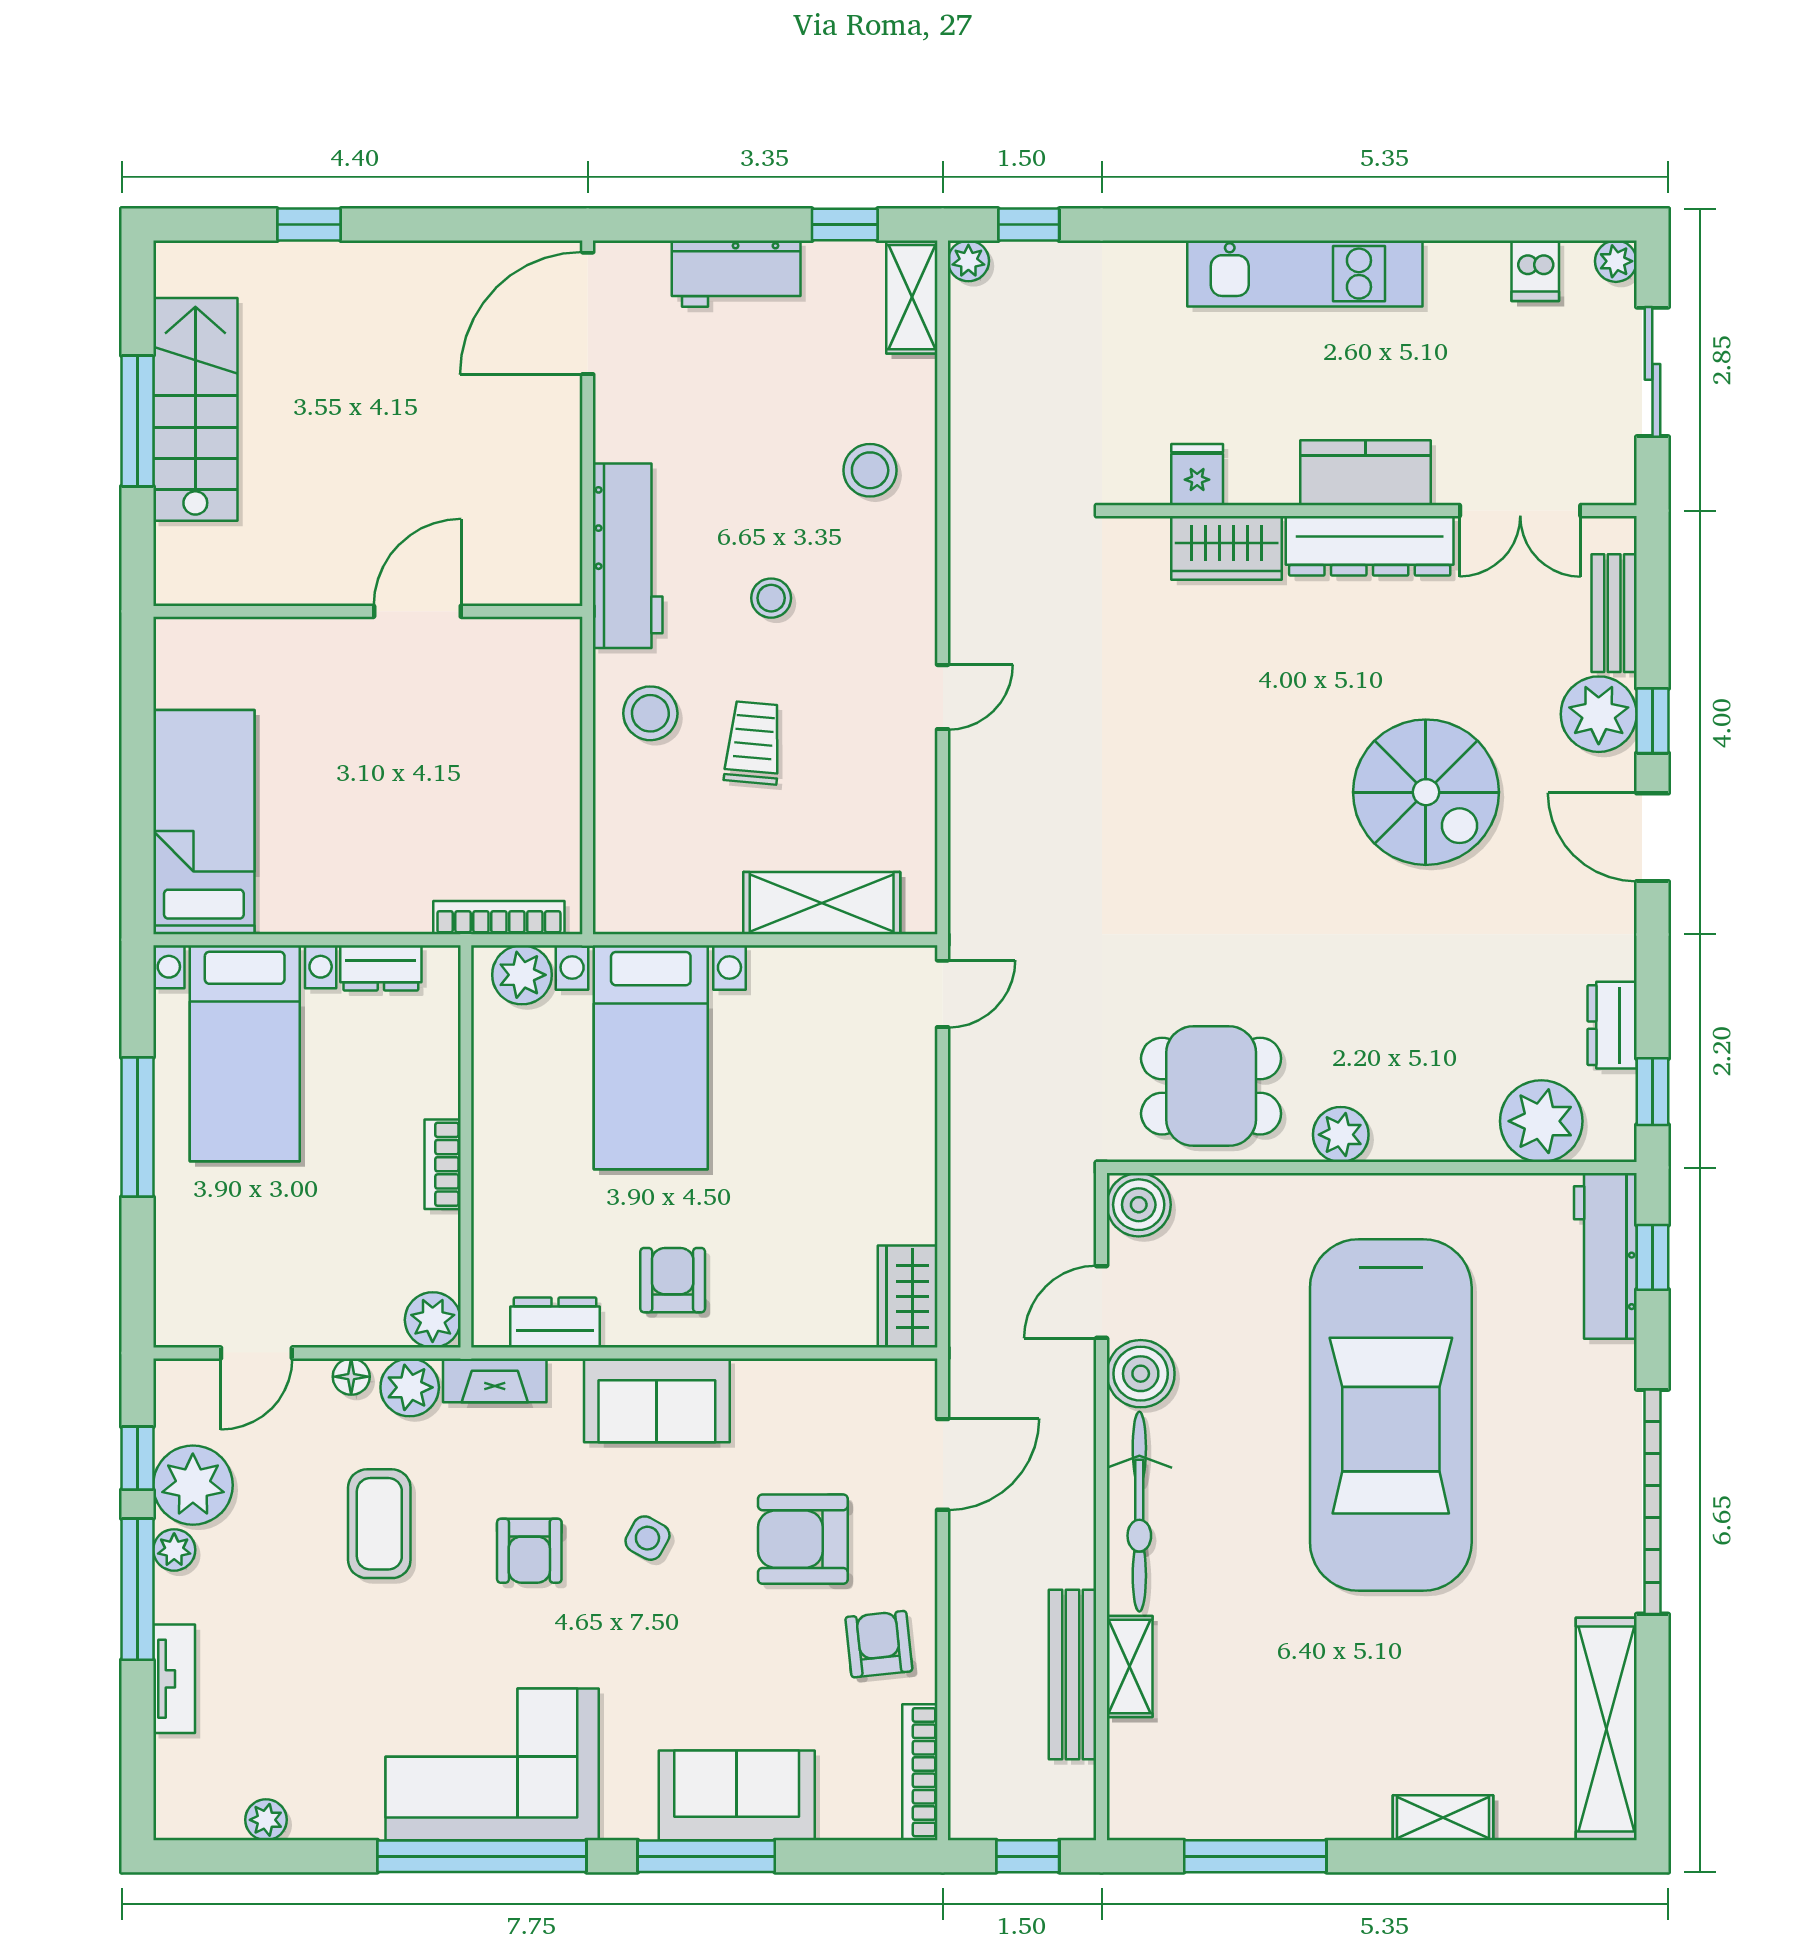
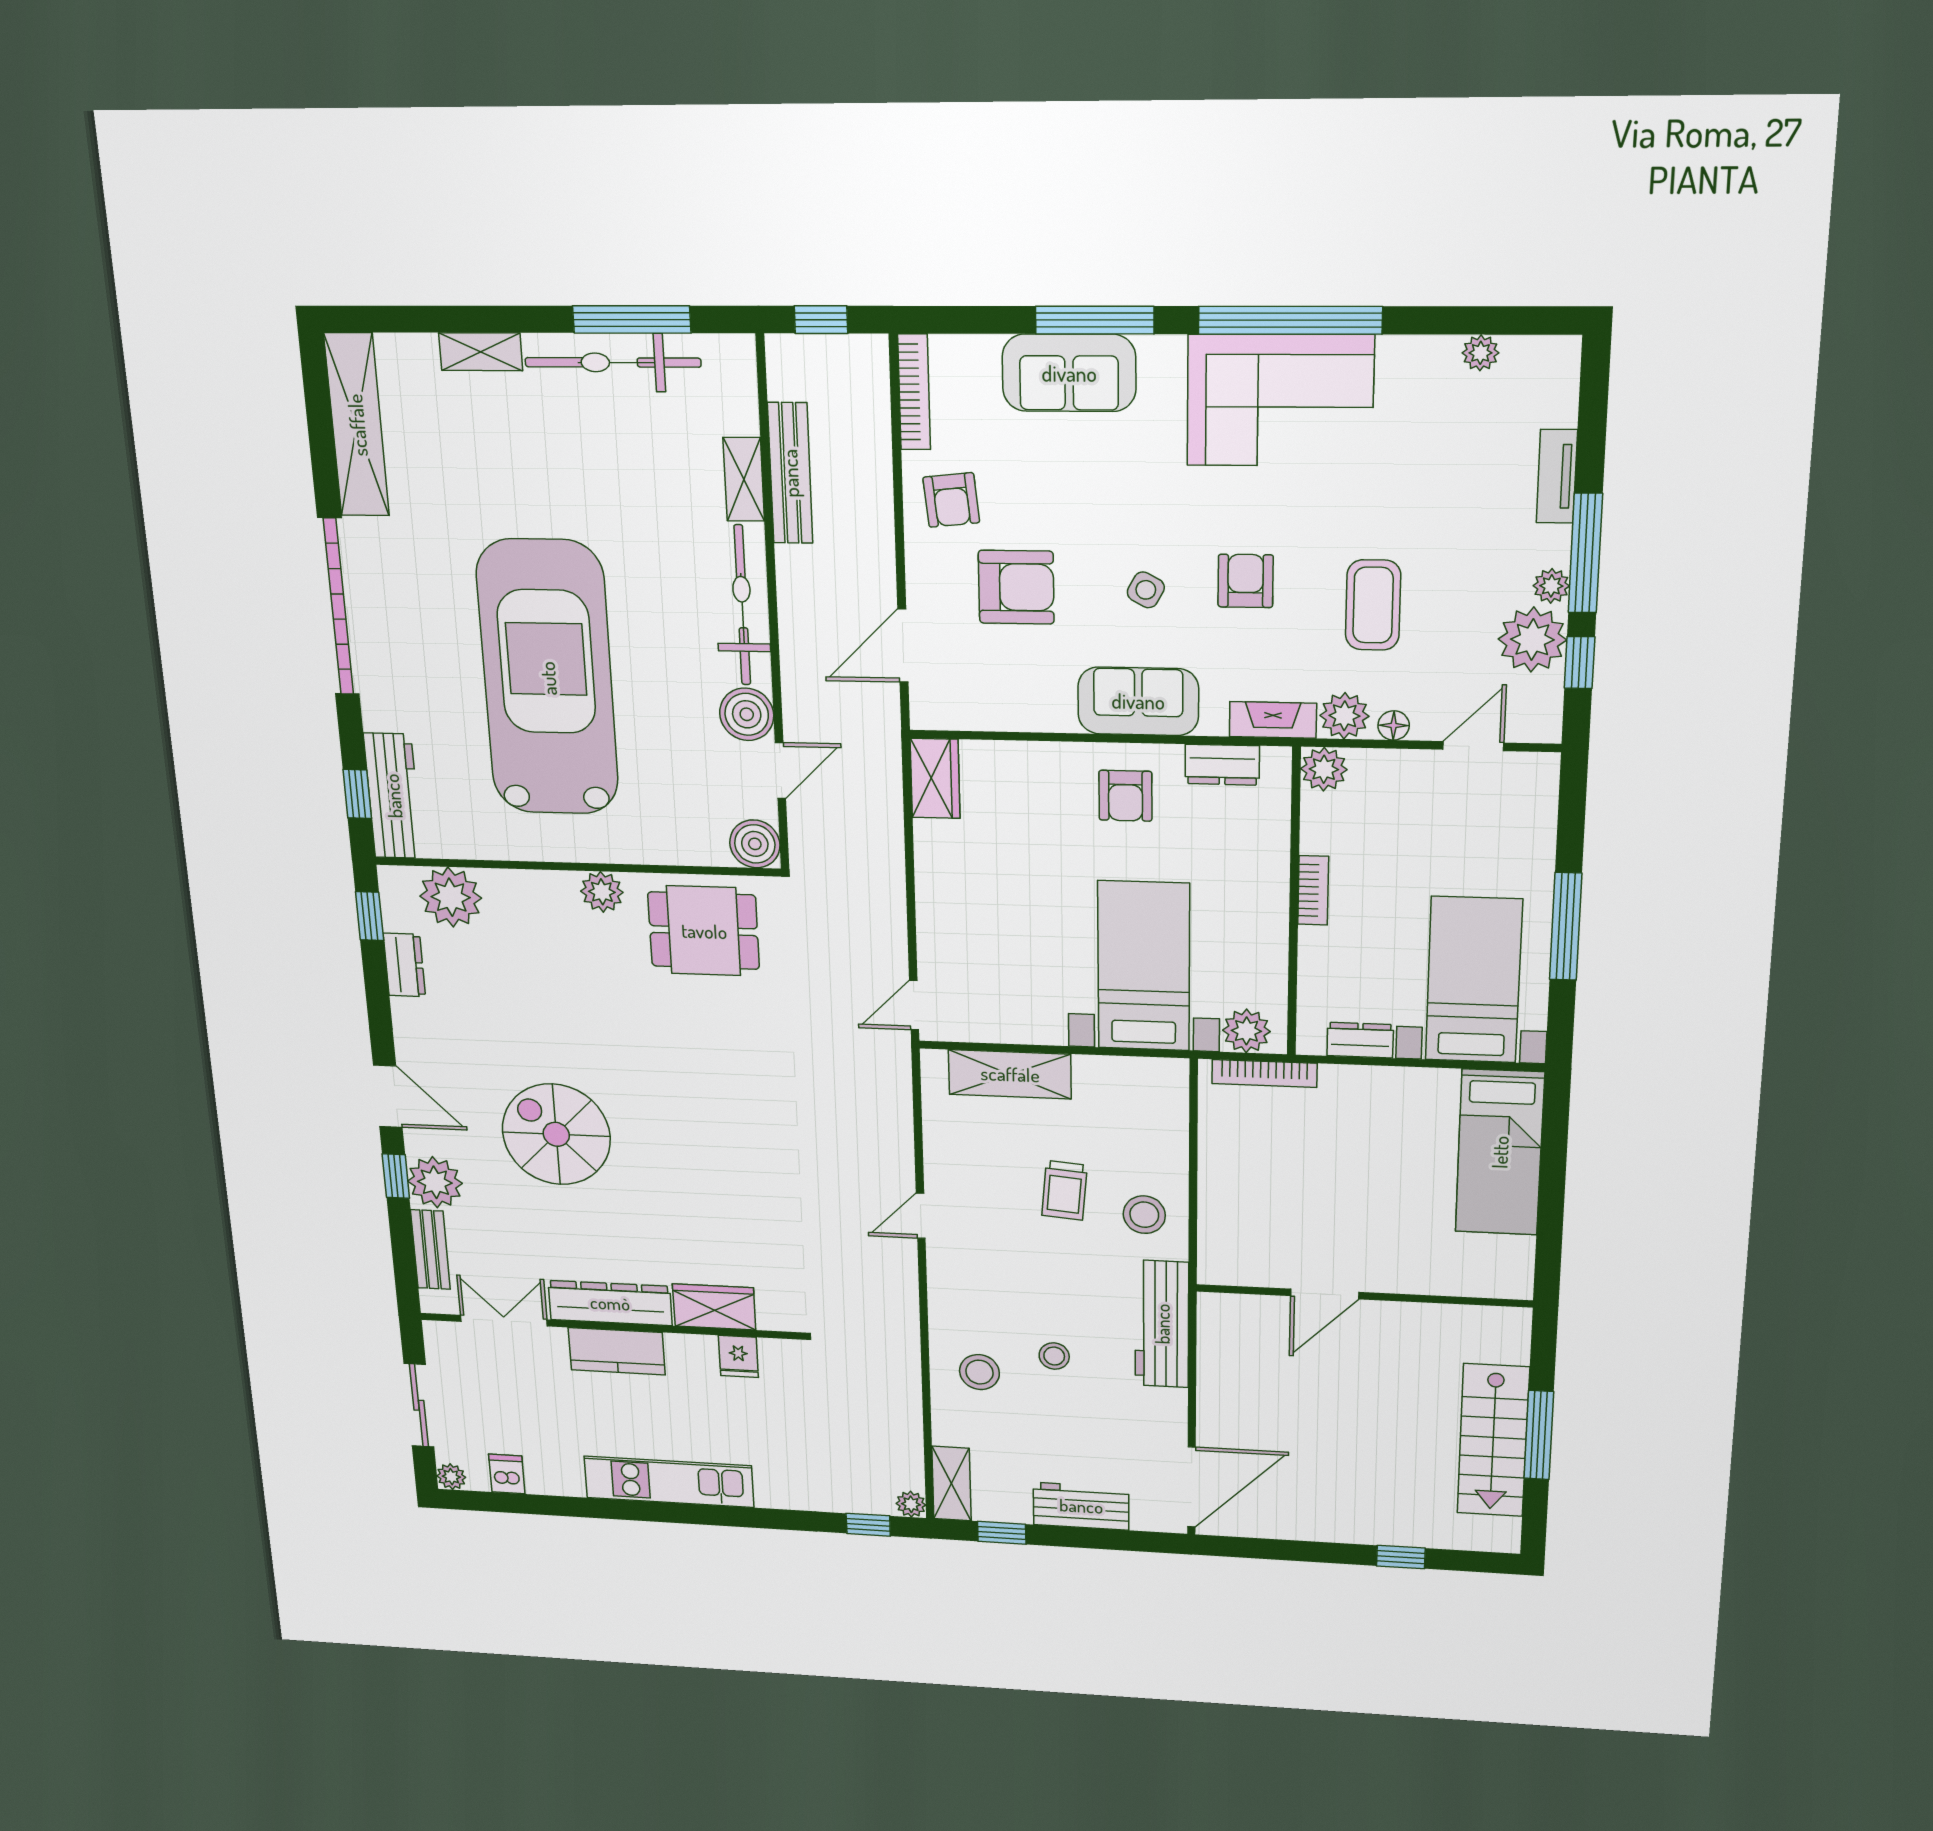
stool: (771, 598) -> (1054, 1356), moved
bicycle: (1282, 1806) -> (613, 362), added

